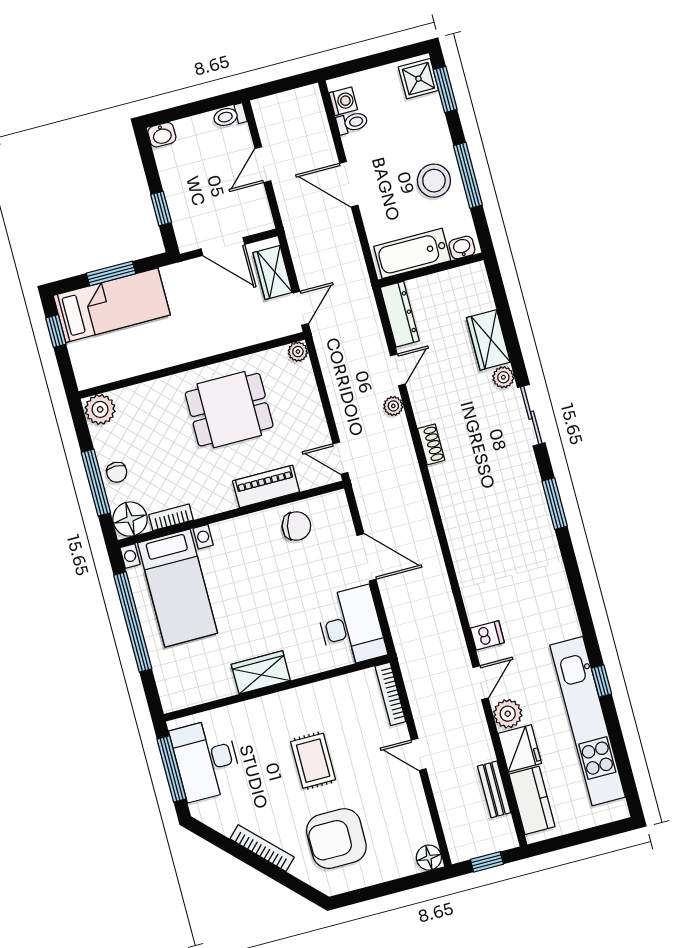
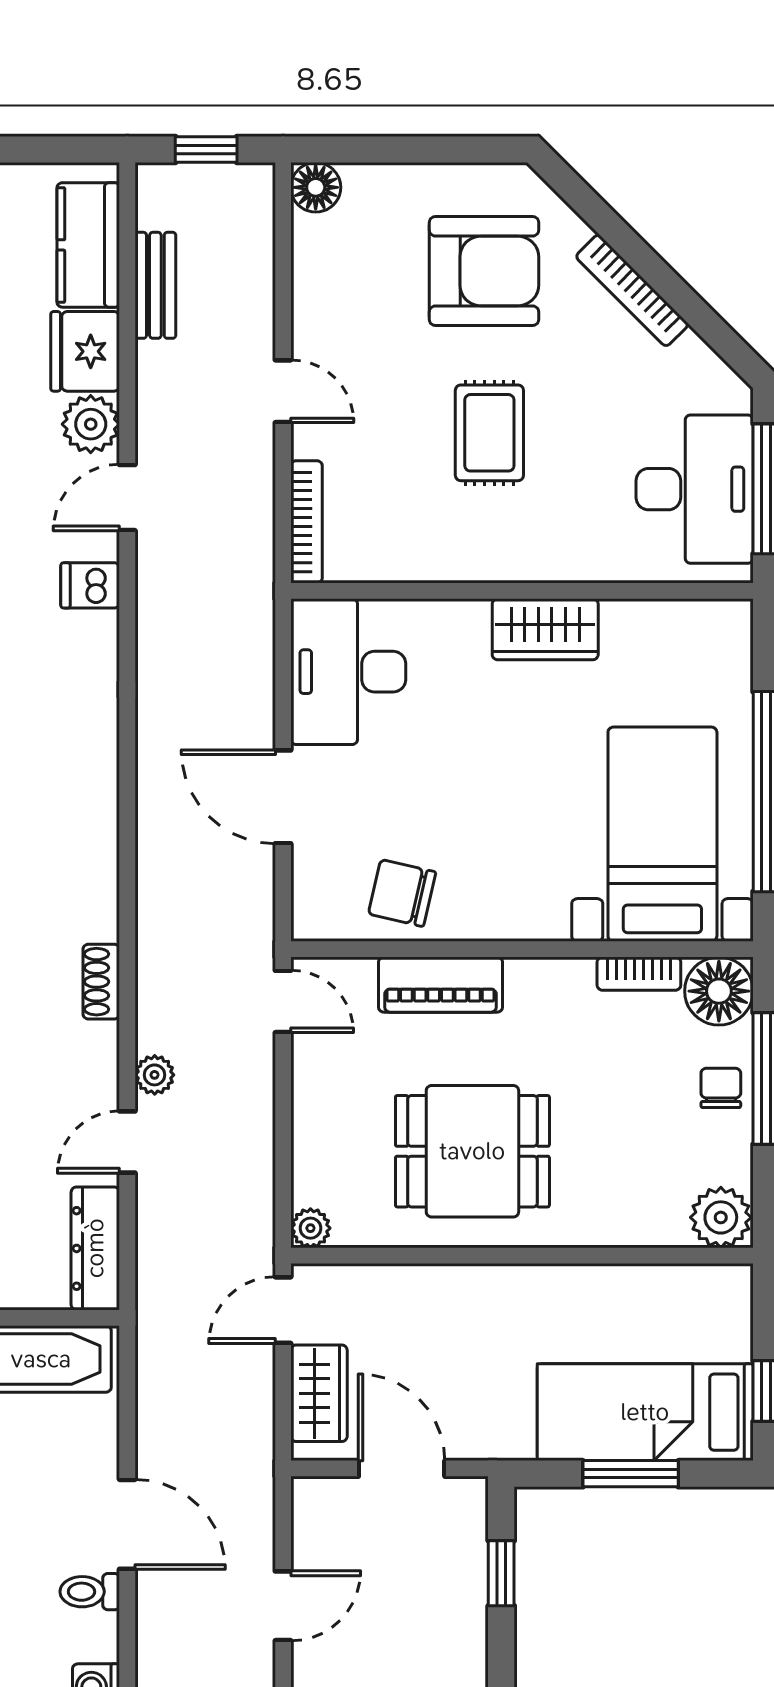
toilet: (352, 123) -> (90, 1592), moved

